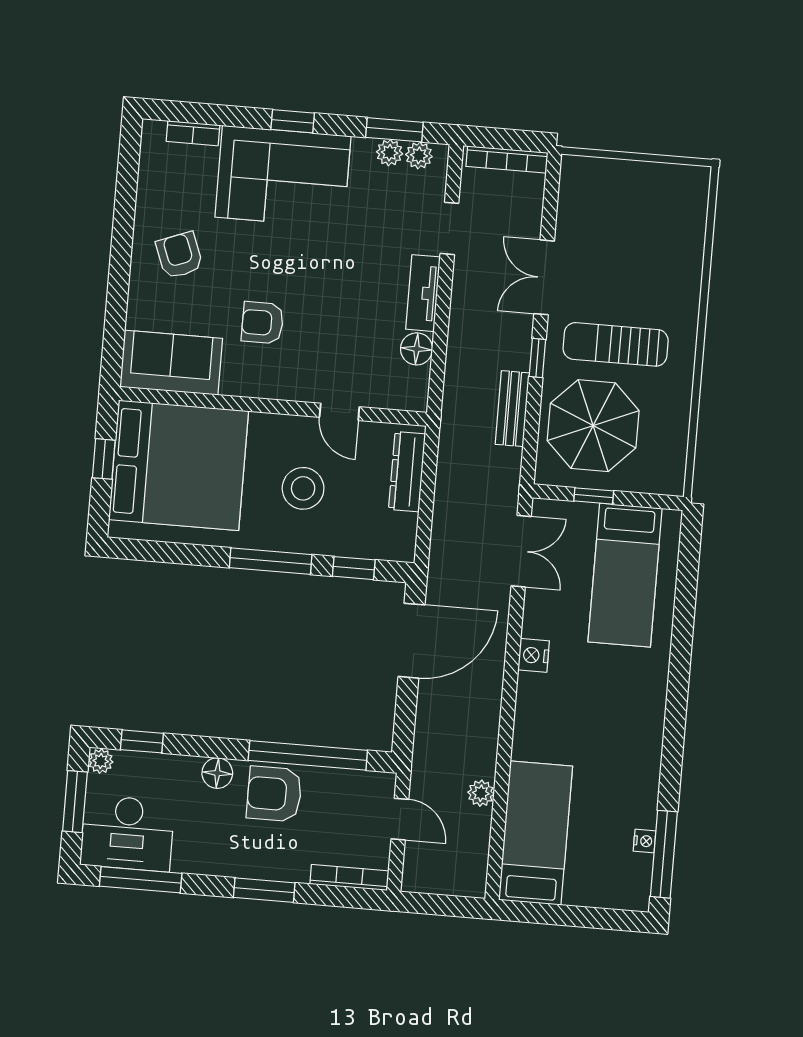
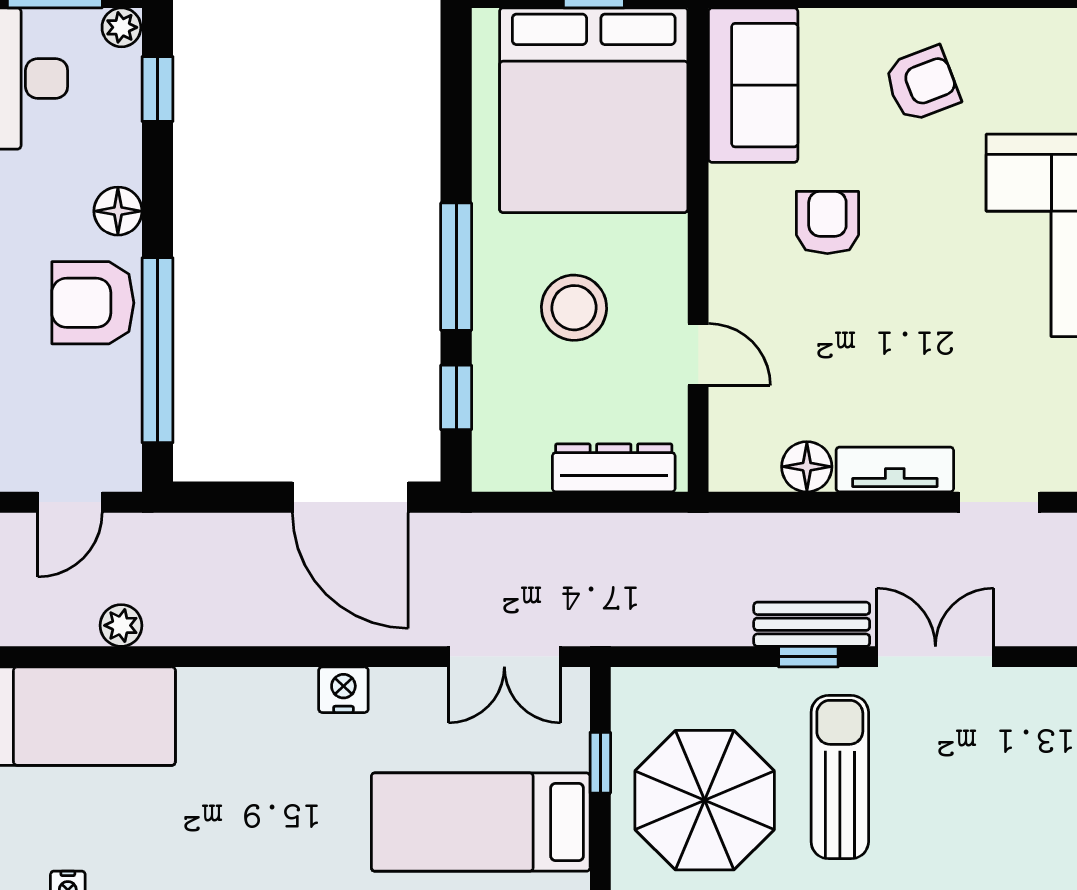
bench: (512, 409) -> (812, 624), moved
door: (339, 412) -> (698, 354), swing flipped
parasol: (593, 426) -> (705, 800), moved
armchair: (274, 794) -> (93, 303), turned -90

